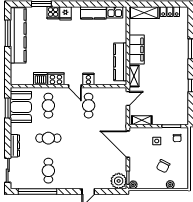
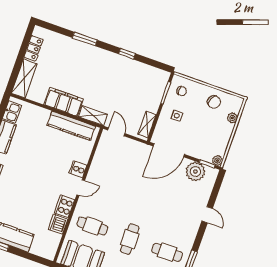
cafe table: (89, 106) -> (109, 180), removed
chair: (163, 166) -> (214, 102), moved
plant: (119, 181) -> (195, 172), moved

